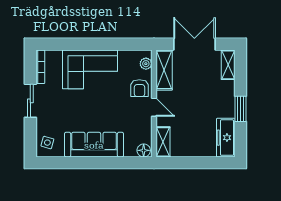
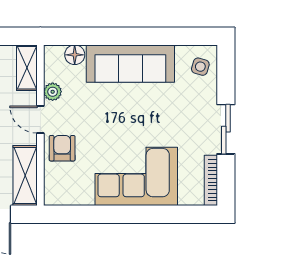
plant: (146, 64) -> (53, 92), moved
floor lamp: (144, 150) -> (75, 55), moved

